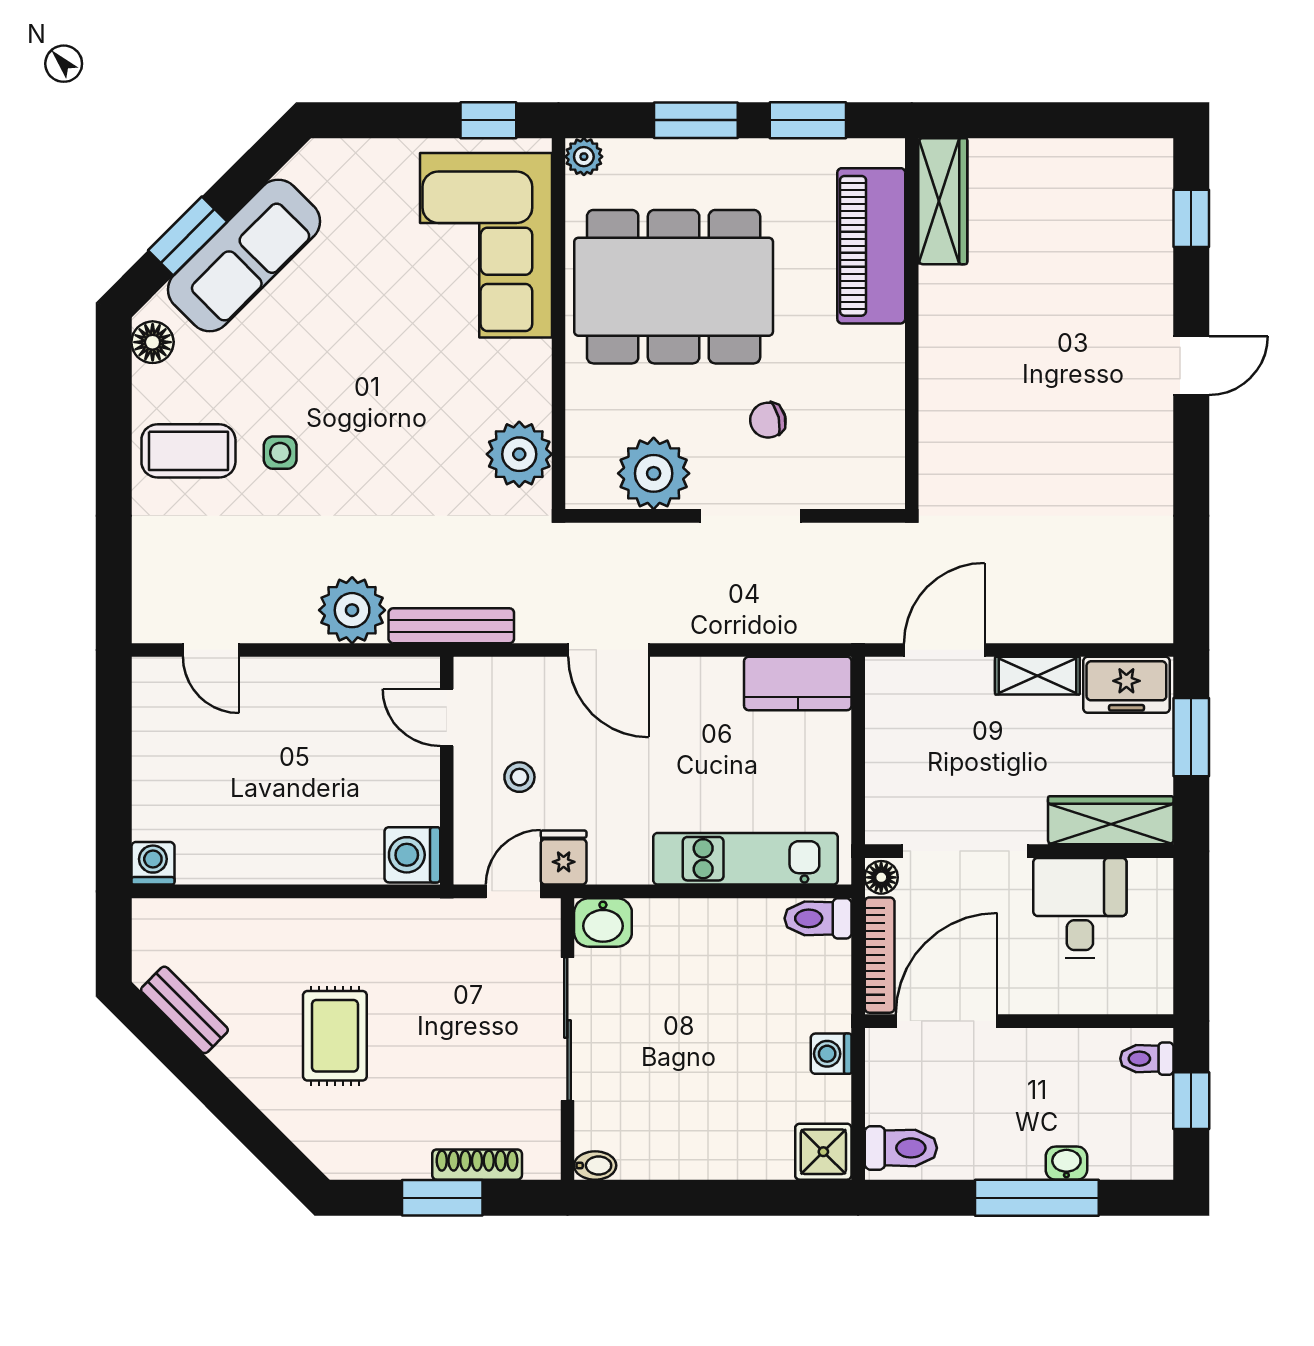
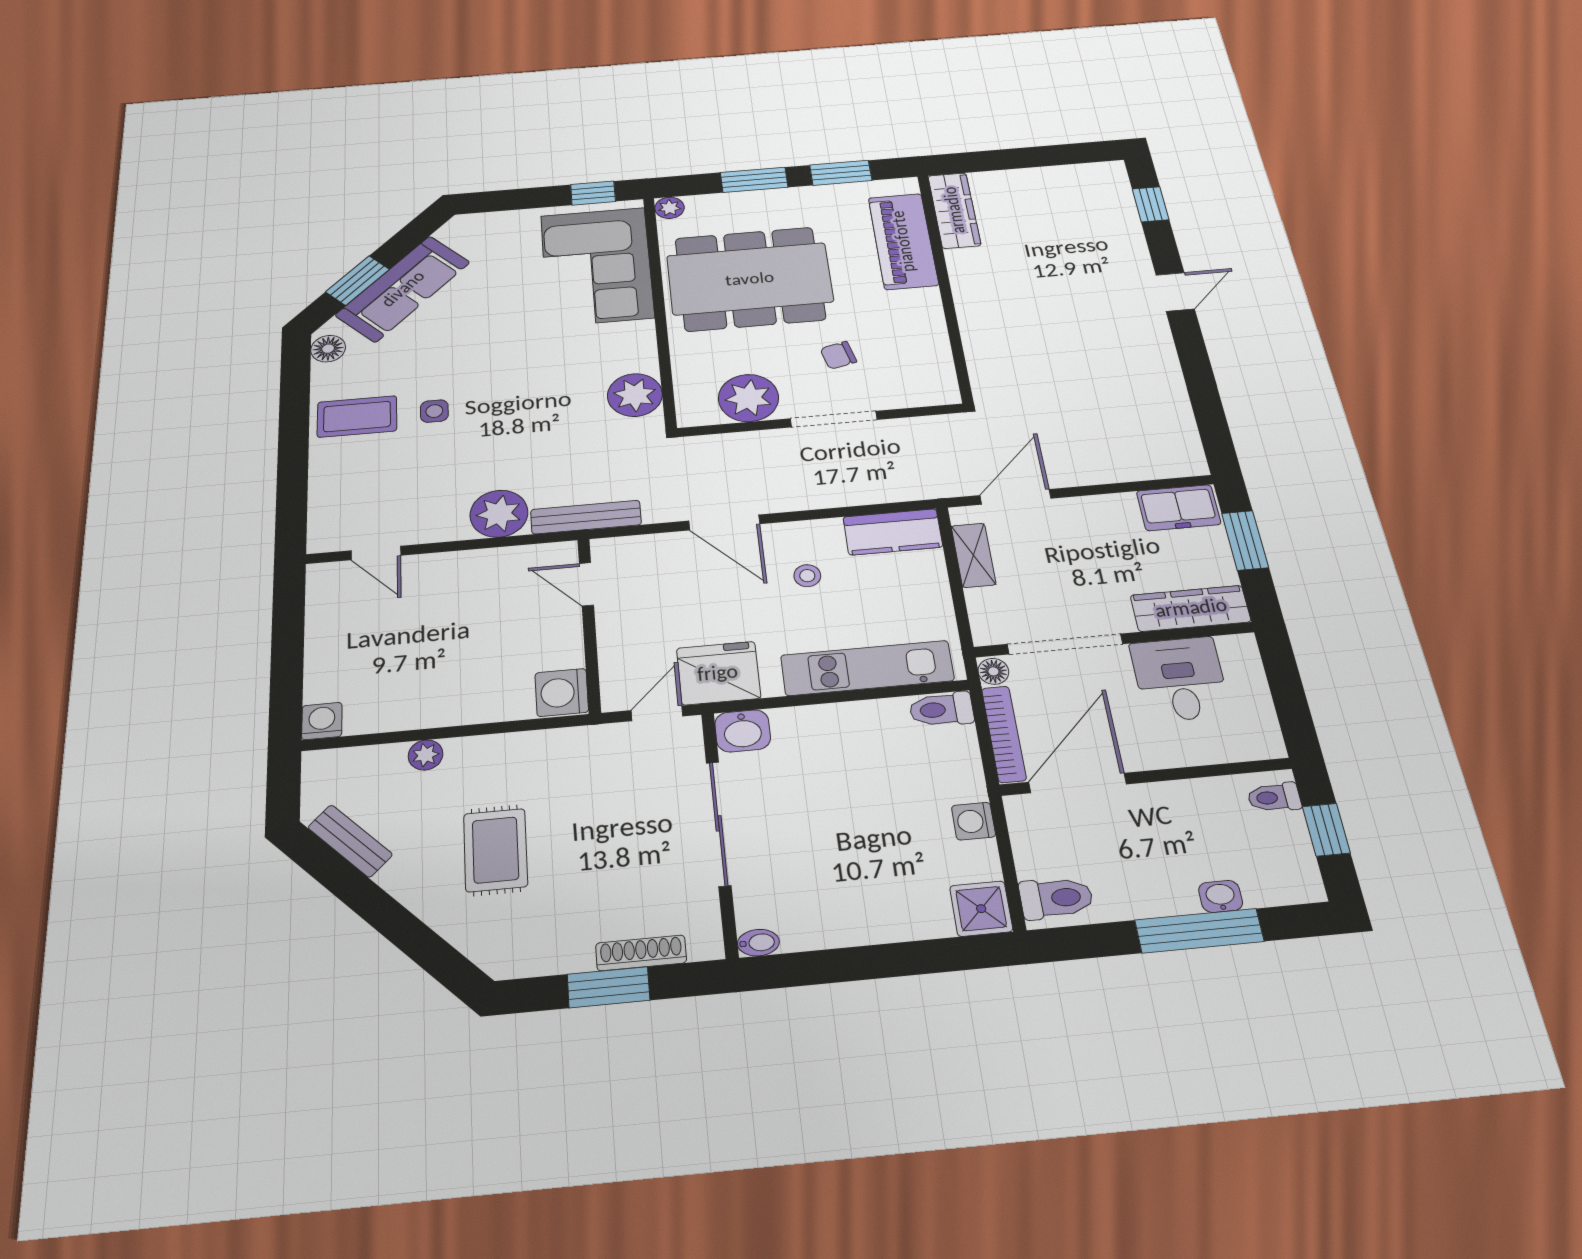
shelving: (1037, 676) -> (974, 555), moved, turned 90
stool: (519, 777) -> (807, 576), moved
fridge: (564, 858) -> (718, 673), width x1.88, depth x1.34
plant: (264, 916) -> (426, 755), added

